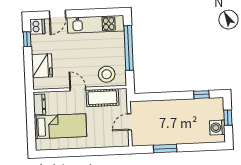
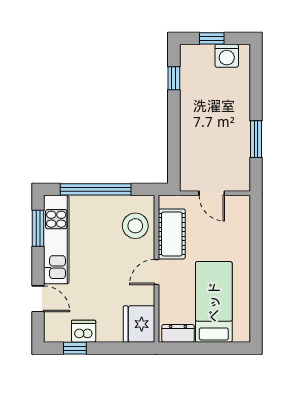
window: (102, 12) -> (38, 228), added
dishwasher: (37, 27) -> (84, 331), moved
fridge: (42, 66) -> (139, 324), moved, turned -90

